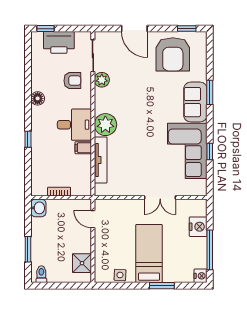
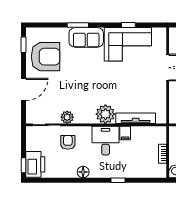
printer: (59, 42) -> (35, 164), moved

